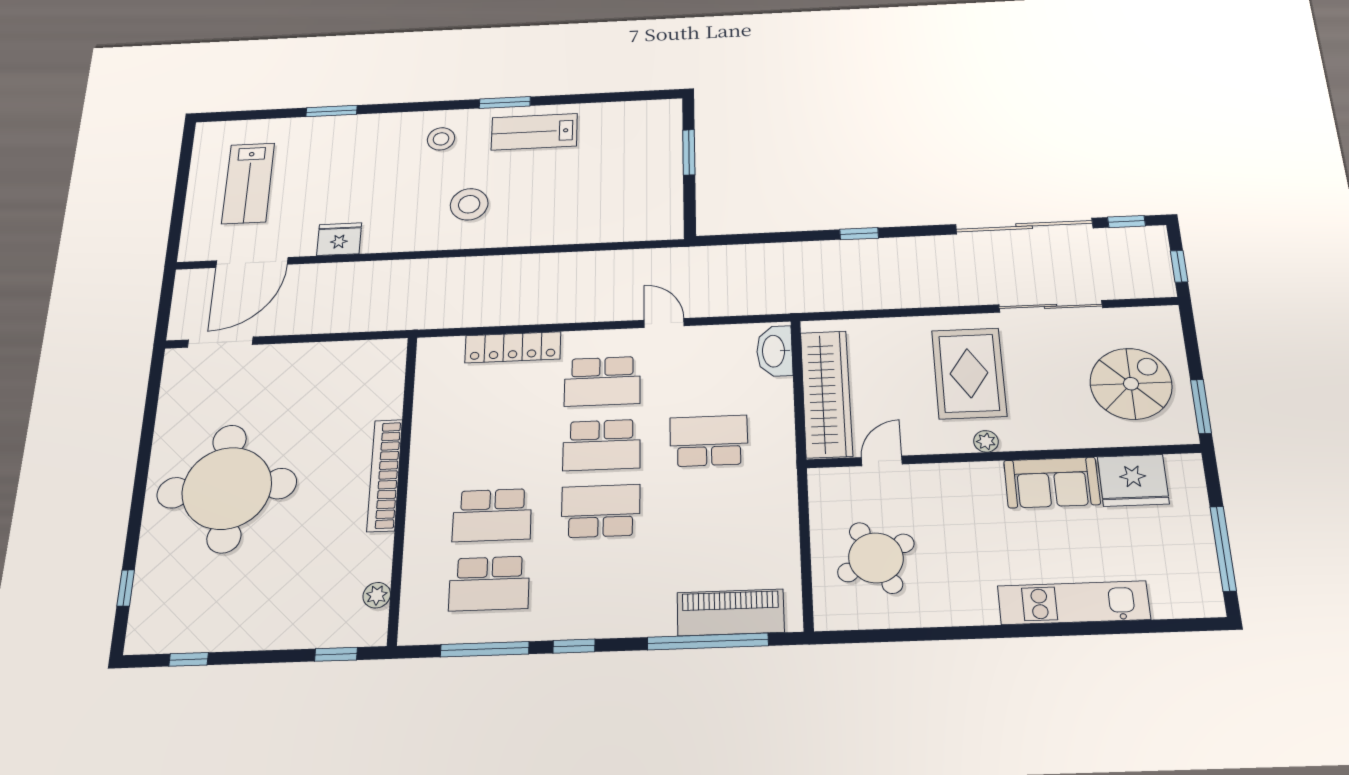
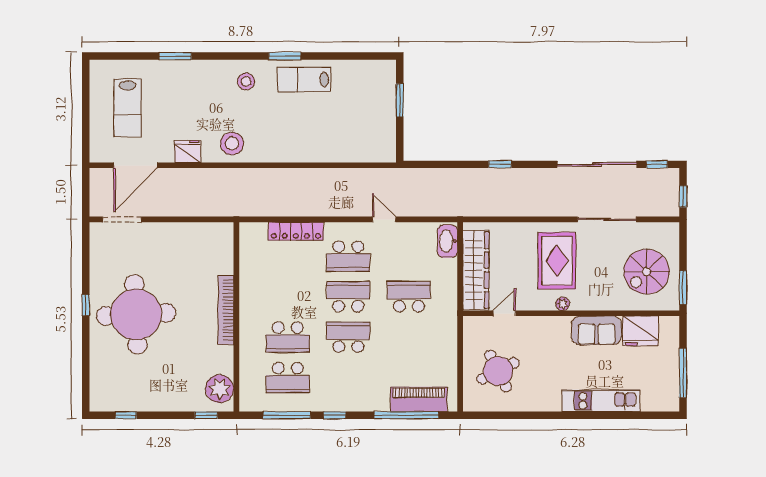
stool: (469, 204) -> (232, 144), moved
spiral stairs: (1131, 384) -> (646, 272), turned 180
school desk: (602, 445) -> (348, 297), turned 180
window: (126, 588) -> (86, 305), moved
plant: (377, 595) -> (220, 389), width x1.87, depth x1.87

